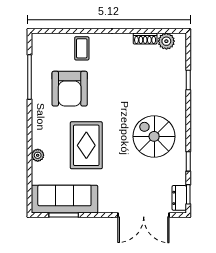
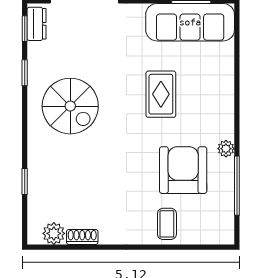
rug: (86, 145) -> (161, 94), width x0.73, depth x0.70
plant: (38, 155) -> (226, 149), moved

